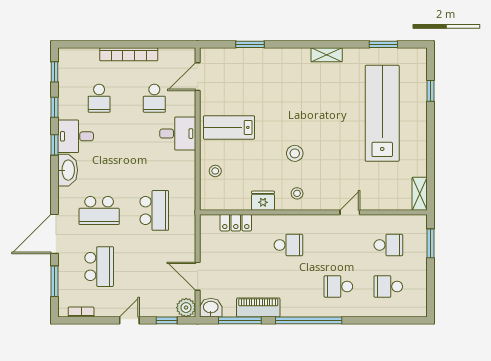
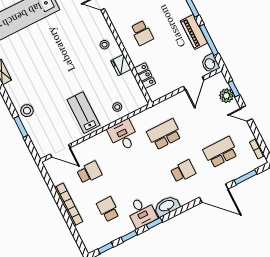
school desk: (99, 98) -> (108, 209), turned -90
lab bench: (229, 127) -> (83, 113), turned 180
desk: (178, 134) -> (123, 136), moved
stool: (295, 153) -> (27, 111), moved
school desk: (99, 210) -> (183, 171), width x0.54
school desk: (288, 245) -> (142, 33), turned 180
plant: (186, 308) -> (226, 96), moved

